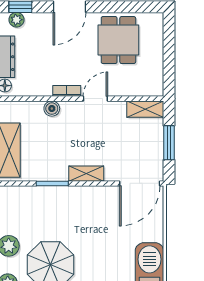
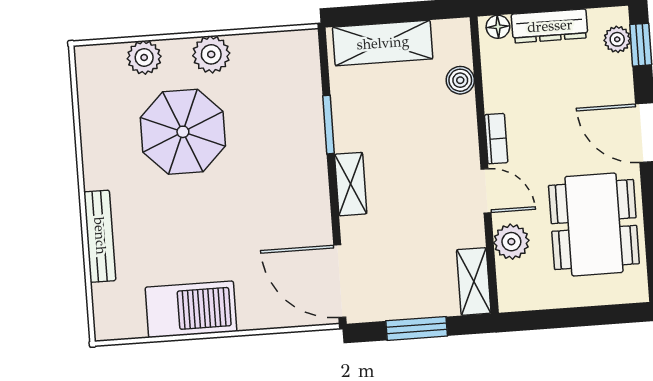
dining table: (118, 40) -> (594, 225), width x1.38
plant: (125, 87) -> (511, 242), added
boiler: (52, 109) -> (460, 80), moved

